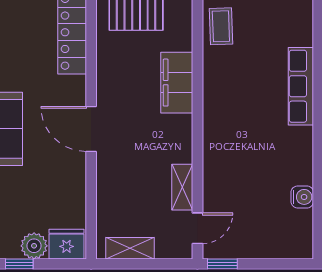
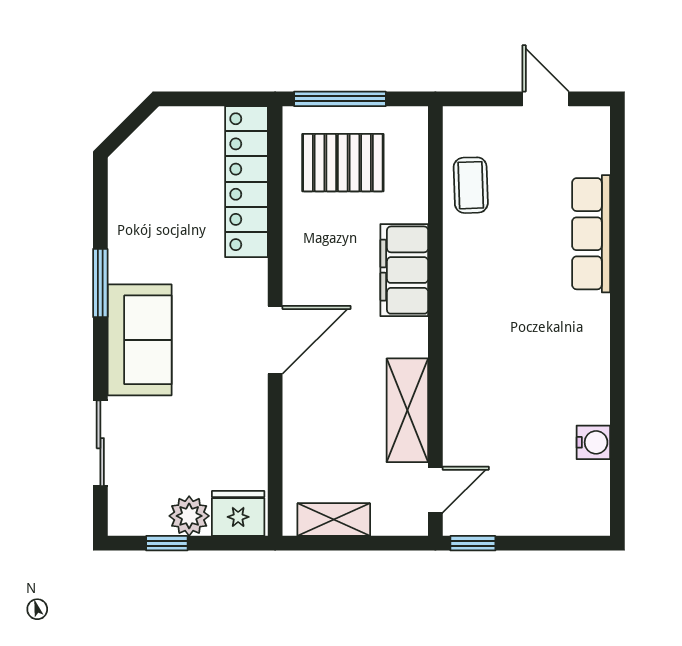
row of seats: (301, 86) -> (591, 234), moved
door: (91, 129) -> (275, 340), swing flipped
shelving: (182, 187) -> (407, 410), width x1.50, depth x1.33

